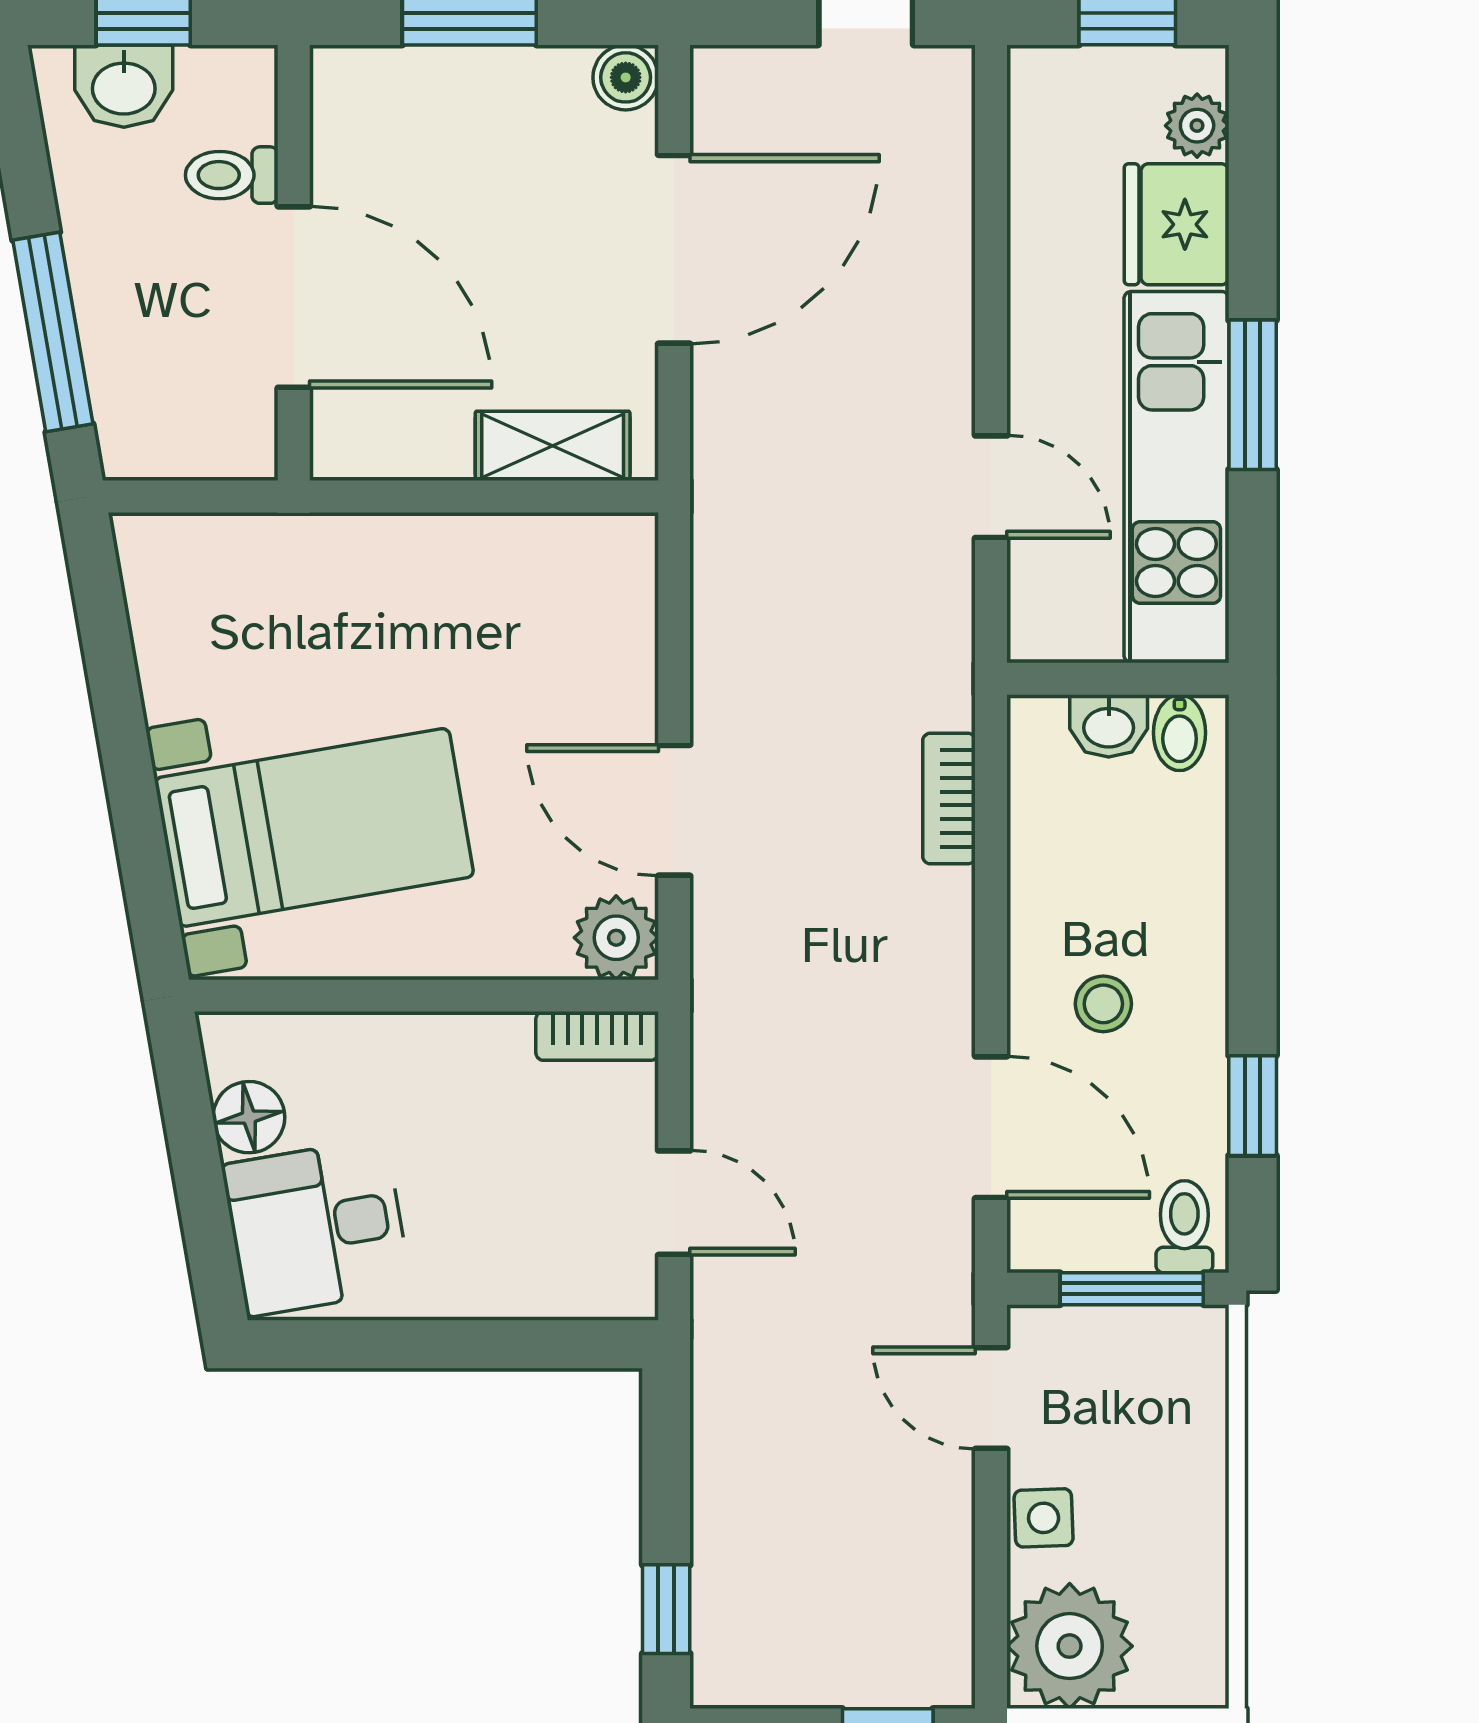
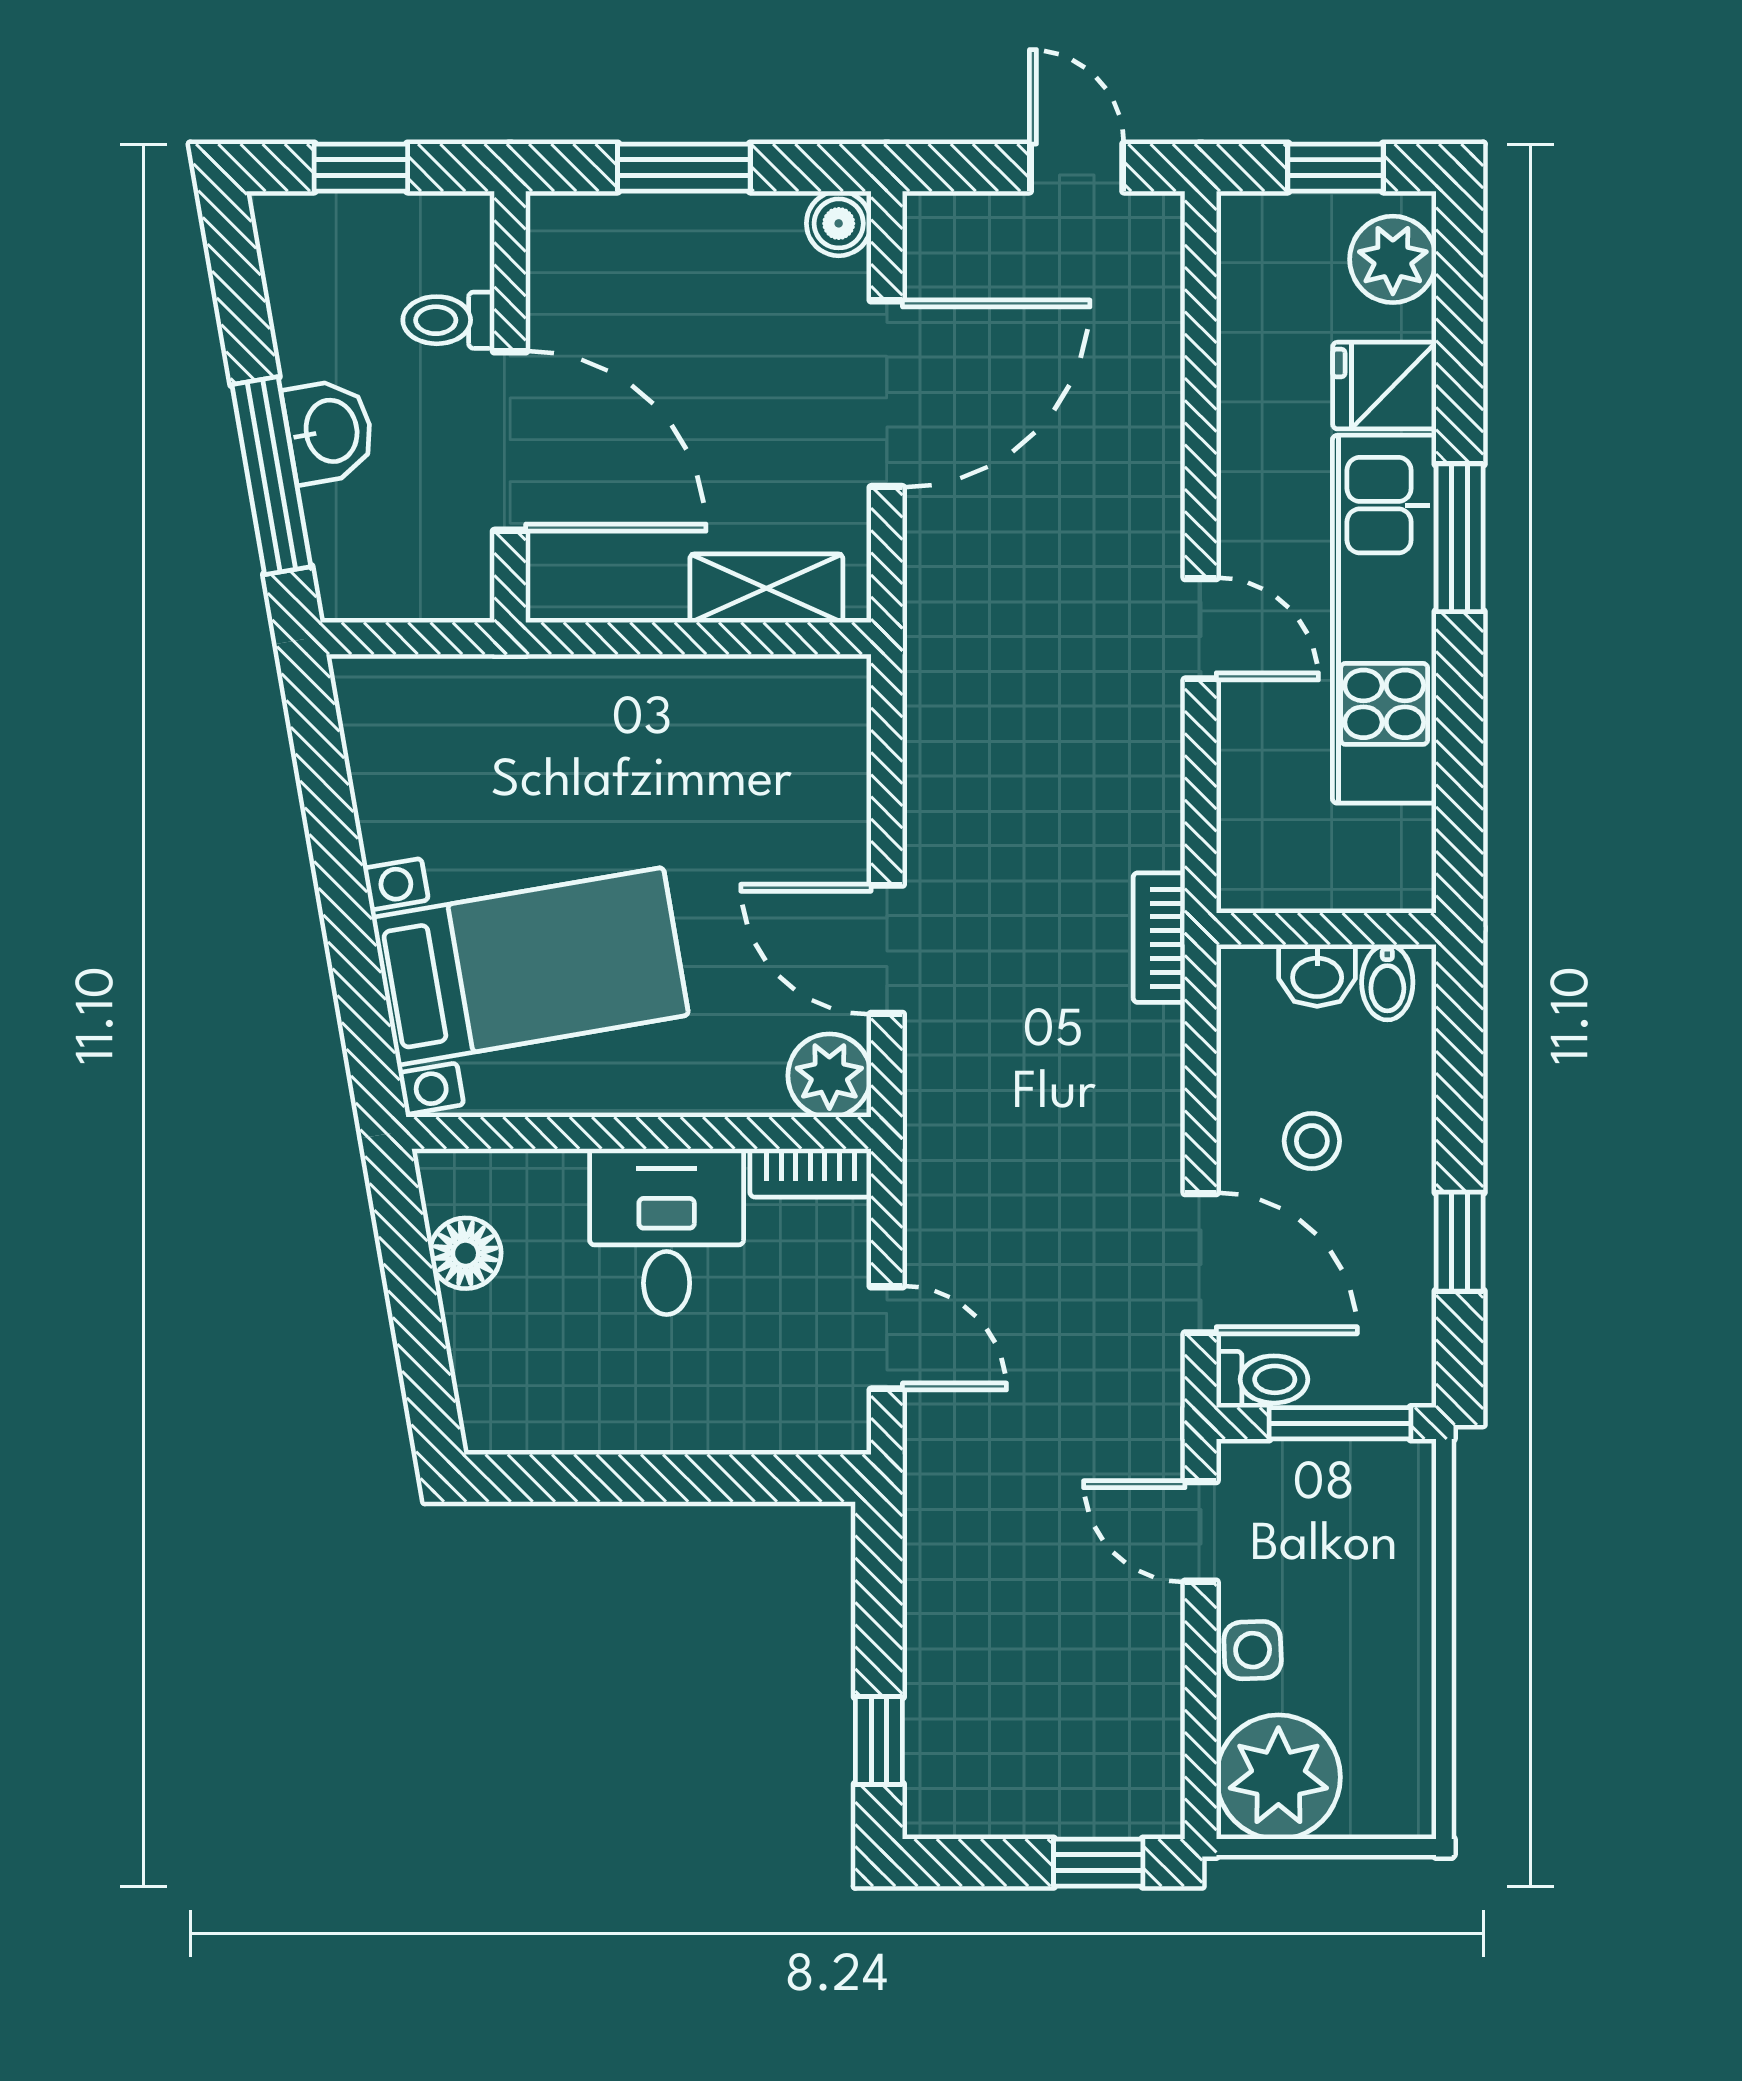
washbasin: (124, 86) -> (329, 431), moved, turned -100
plant: (1197, 126) -> (1393, 259), width x1.38, depth x1.38
fridge: (1177, 224) -> (1384, 386), width x0.72
wall: (1118, 679) -> (1326, 929), moved
washbasin: (1109, 726) -> (1317, 975), moved
bidet: (1180, 733) -> (1387, 982), moved
desk: (317, 1227) -> (667, 1232), moved, turned 100
toilet: (1184, 1227) -> (1262, 1379), moved, turned 90

